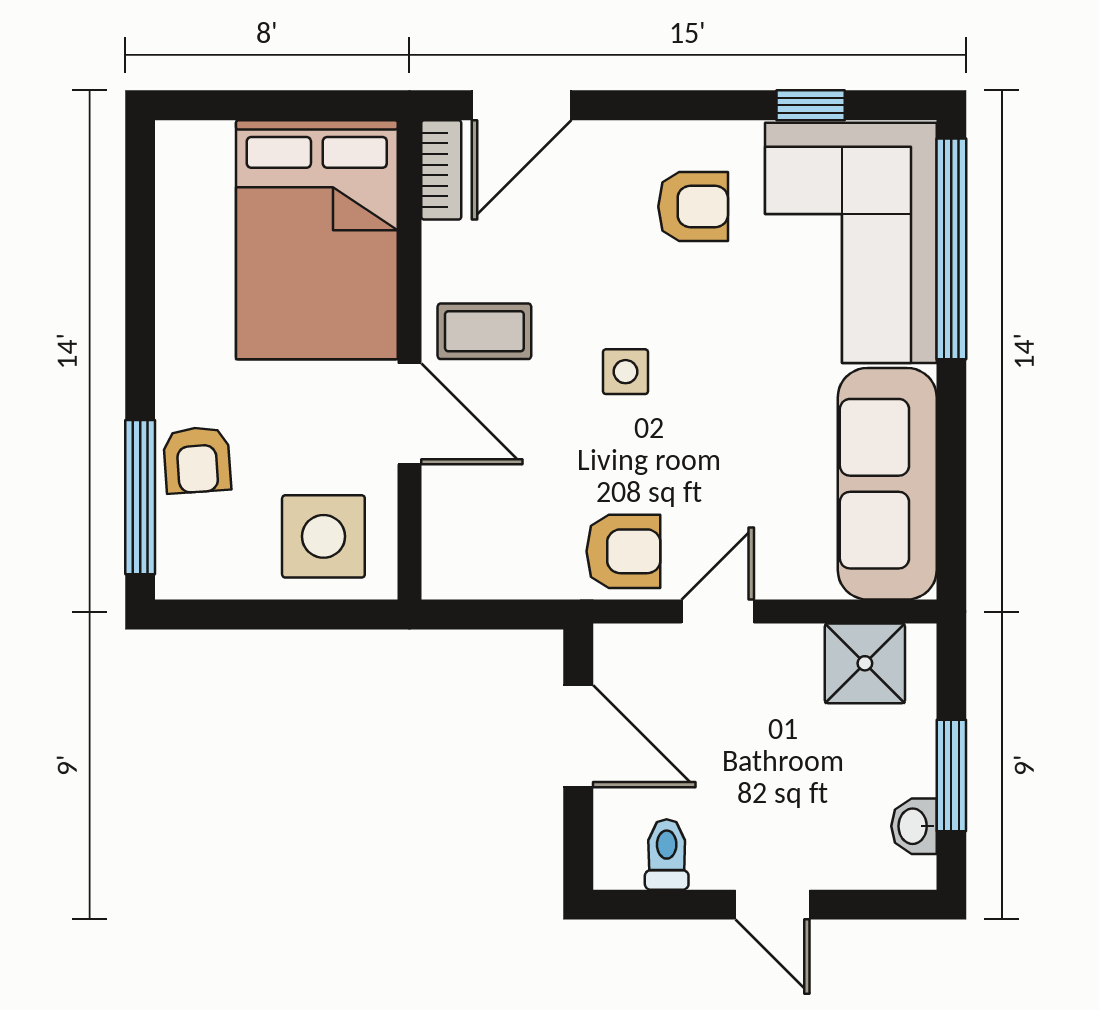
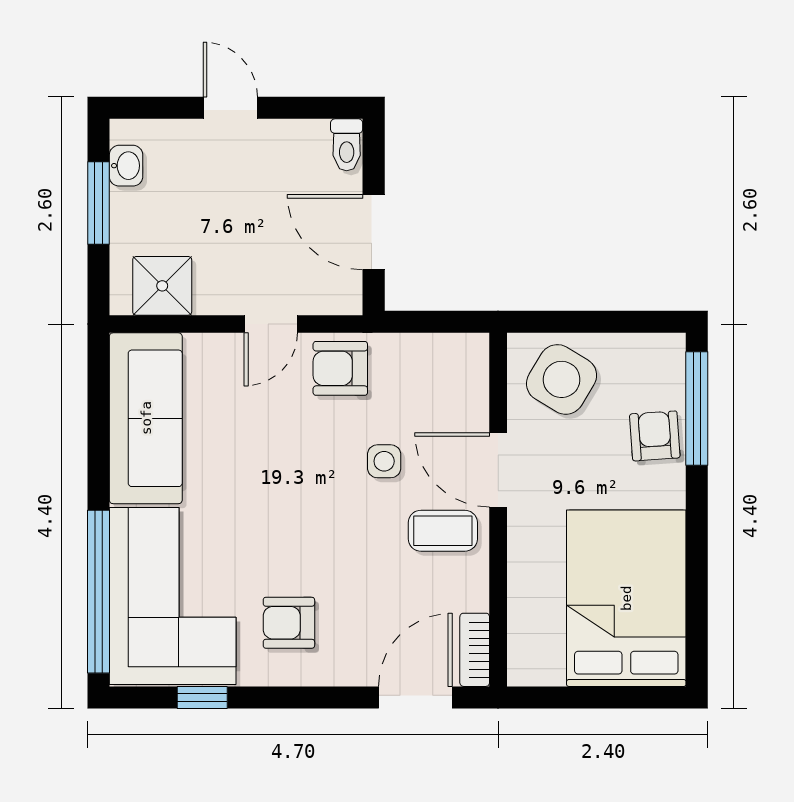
bed: (317, 240) -> (626, 598), moved
side table: (626, 372) -> (384, 461), moved
side table: (323, 536) -> (562, 379), turned 31
toilet: (667, 854) -> (347, 145), moved

